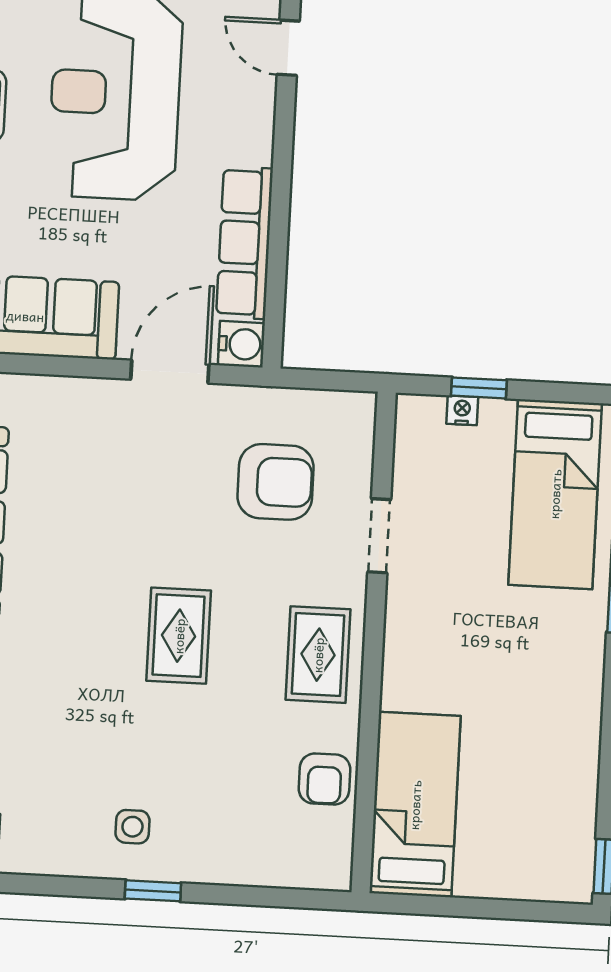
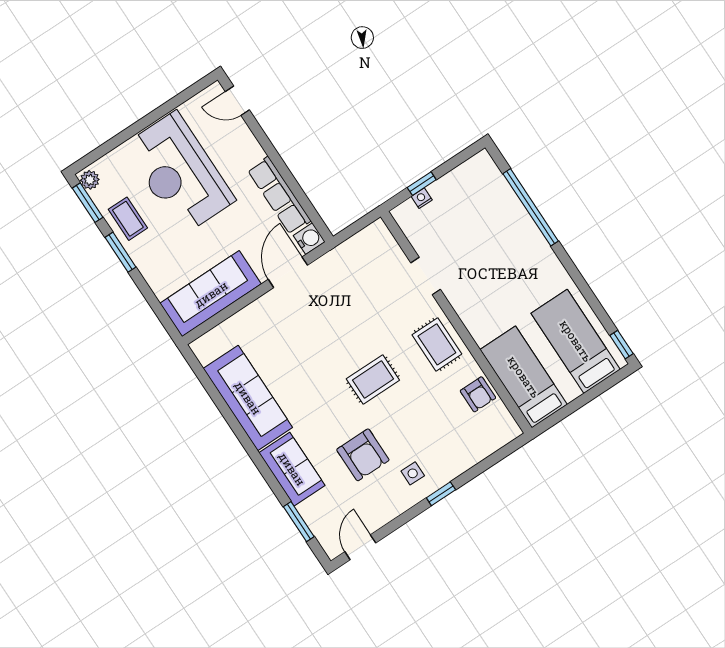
armchair: (275, 482) -> (363, 455), moved, turned 90
bed: (555, 494) -> (576, 341), moved, turned 180
rug: (179, 636) -> (373, 380), turned 90

